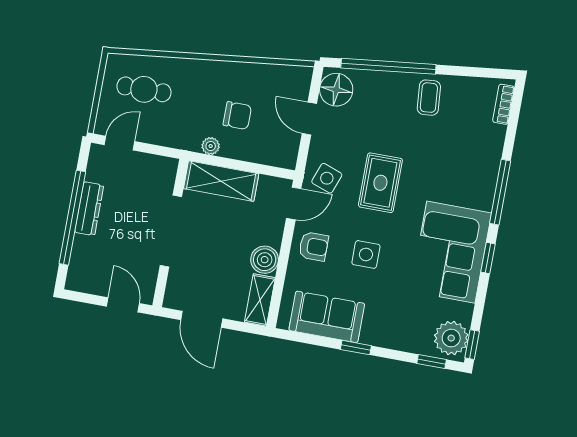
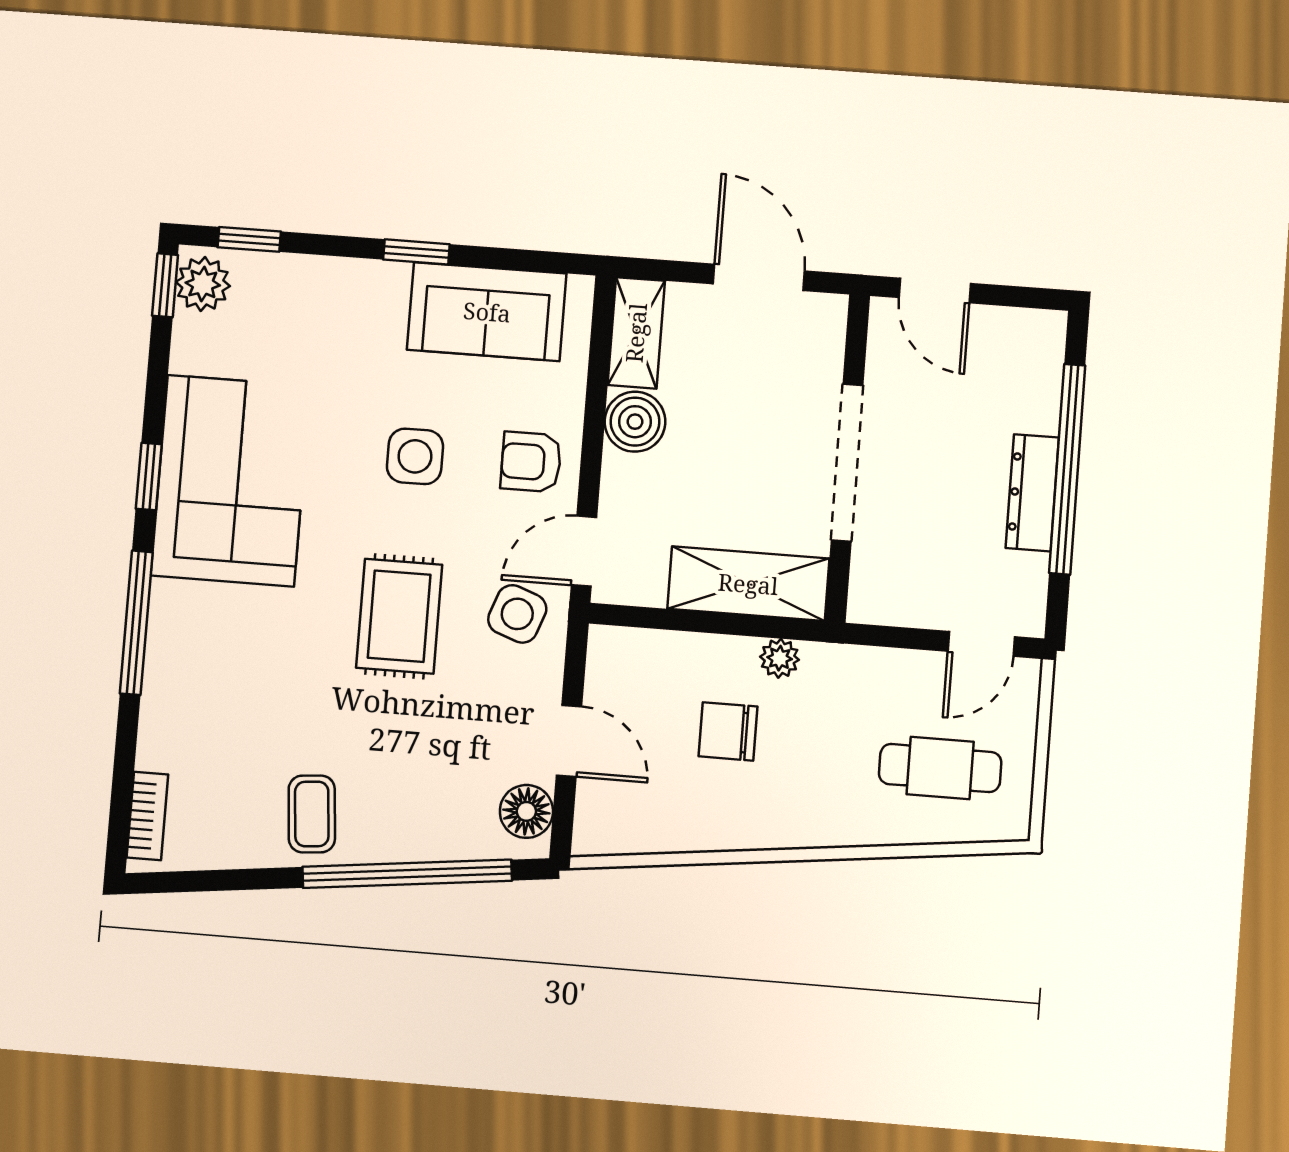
floor lamp: (336, 90) -> (526, 811), width x0.73, depth x0.73
plant: (451, 338) -> (203, 284), width x0.73, depth x0.73

